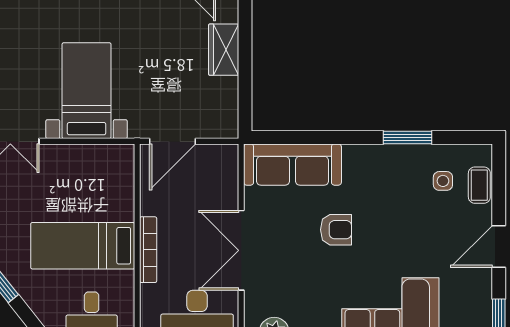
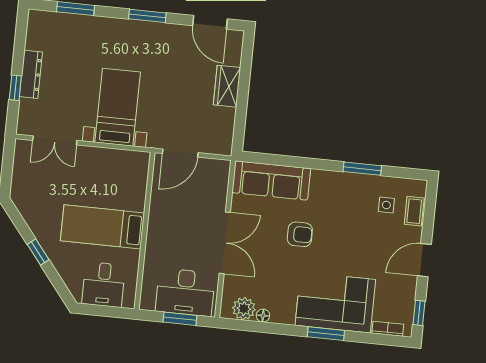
bookcase: (148, 250) -> (153, 235), removed
double door: (241, 250) -> (225, 243), swing flipped

